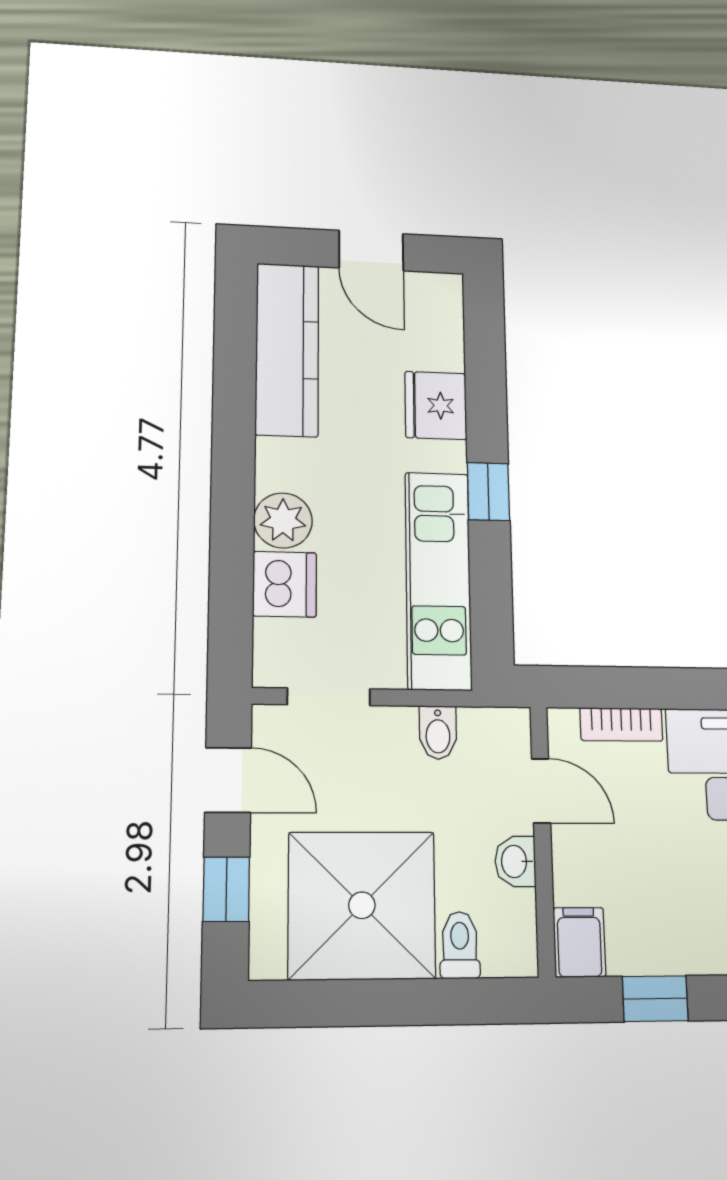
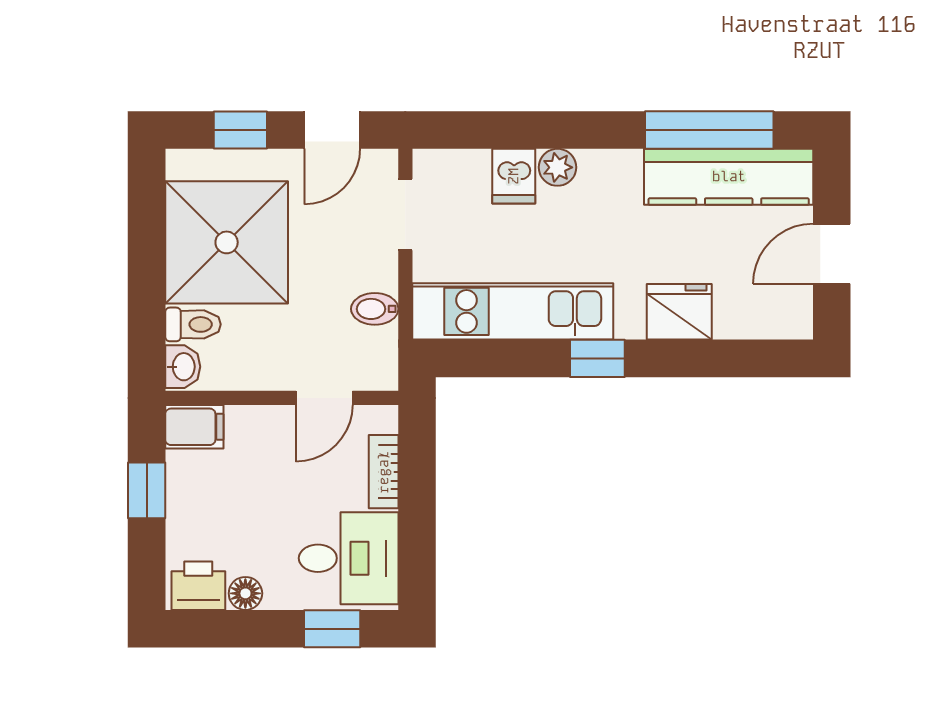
window: (235, 367) -> (709, 130), added
plant: (283, 520) -> (557, 167), width x0.73, depth x0.73
dishwasher: (285, 584) -> (514, 176), width x0.73
washbasin: (515, 861) -> (183, 367), moved, turned 90

